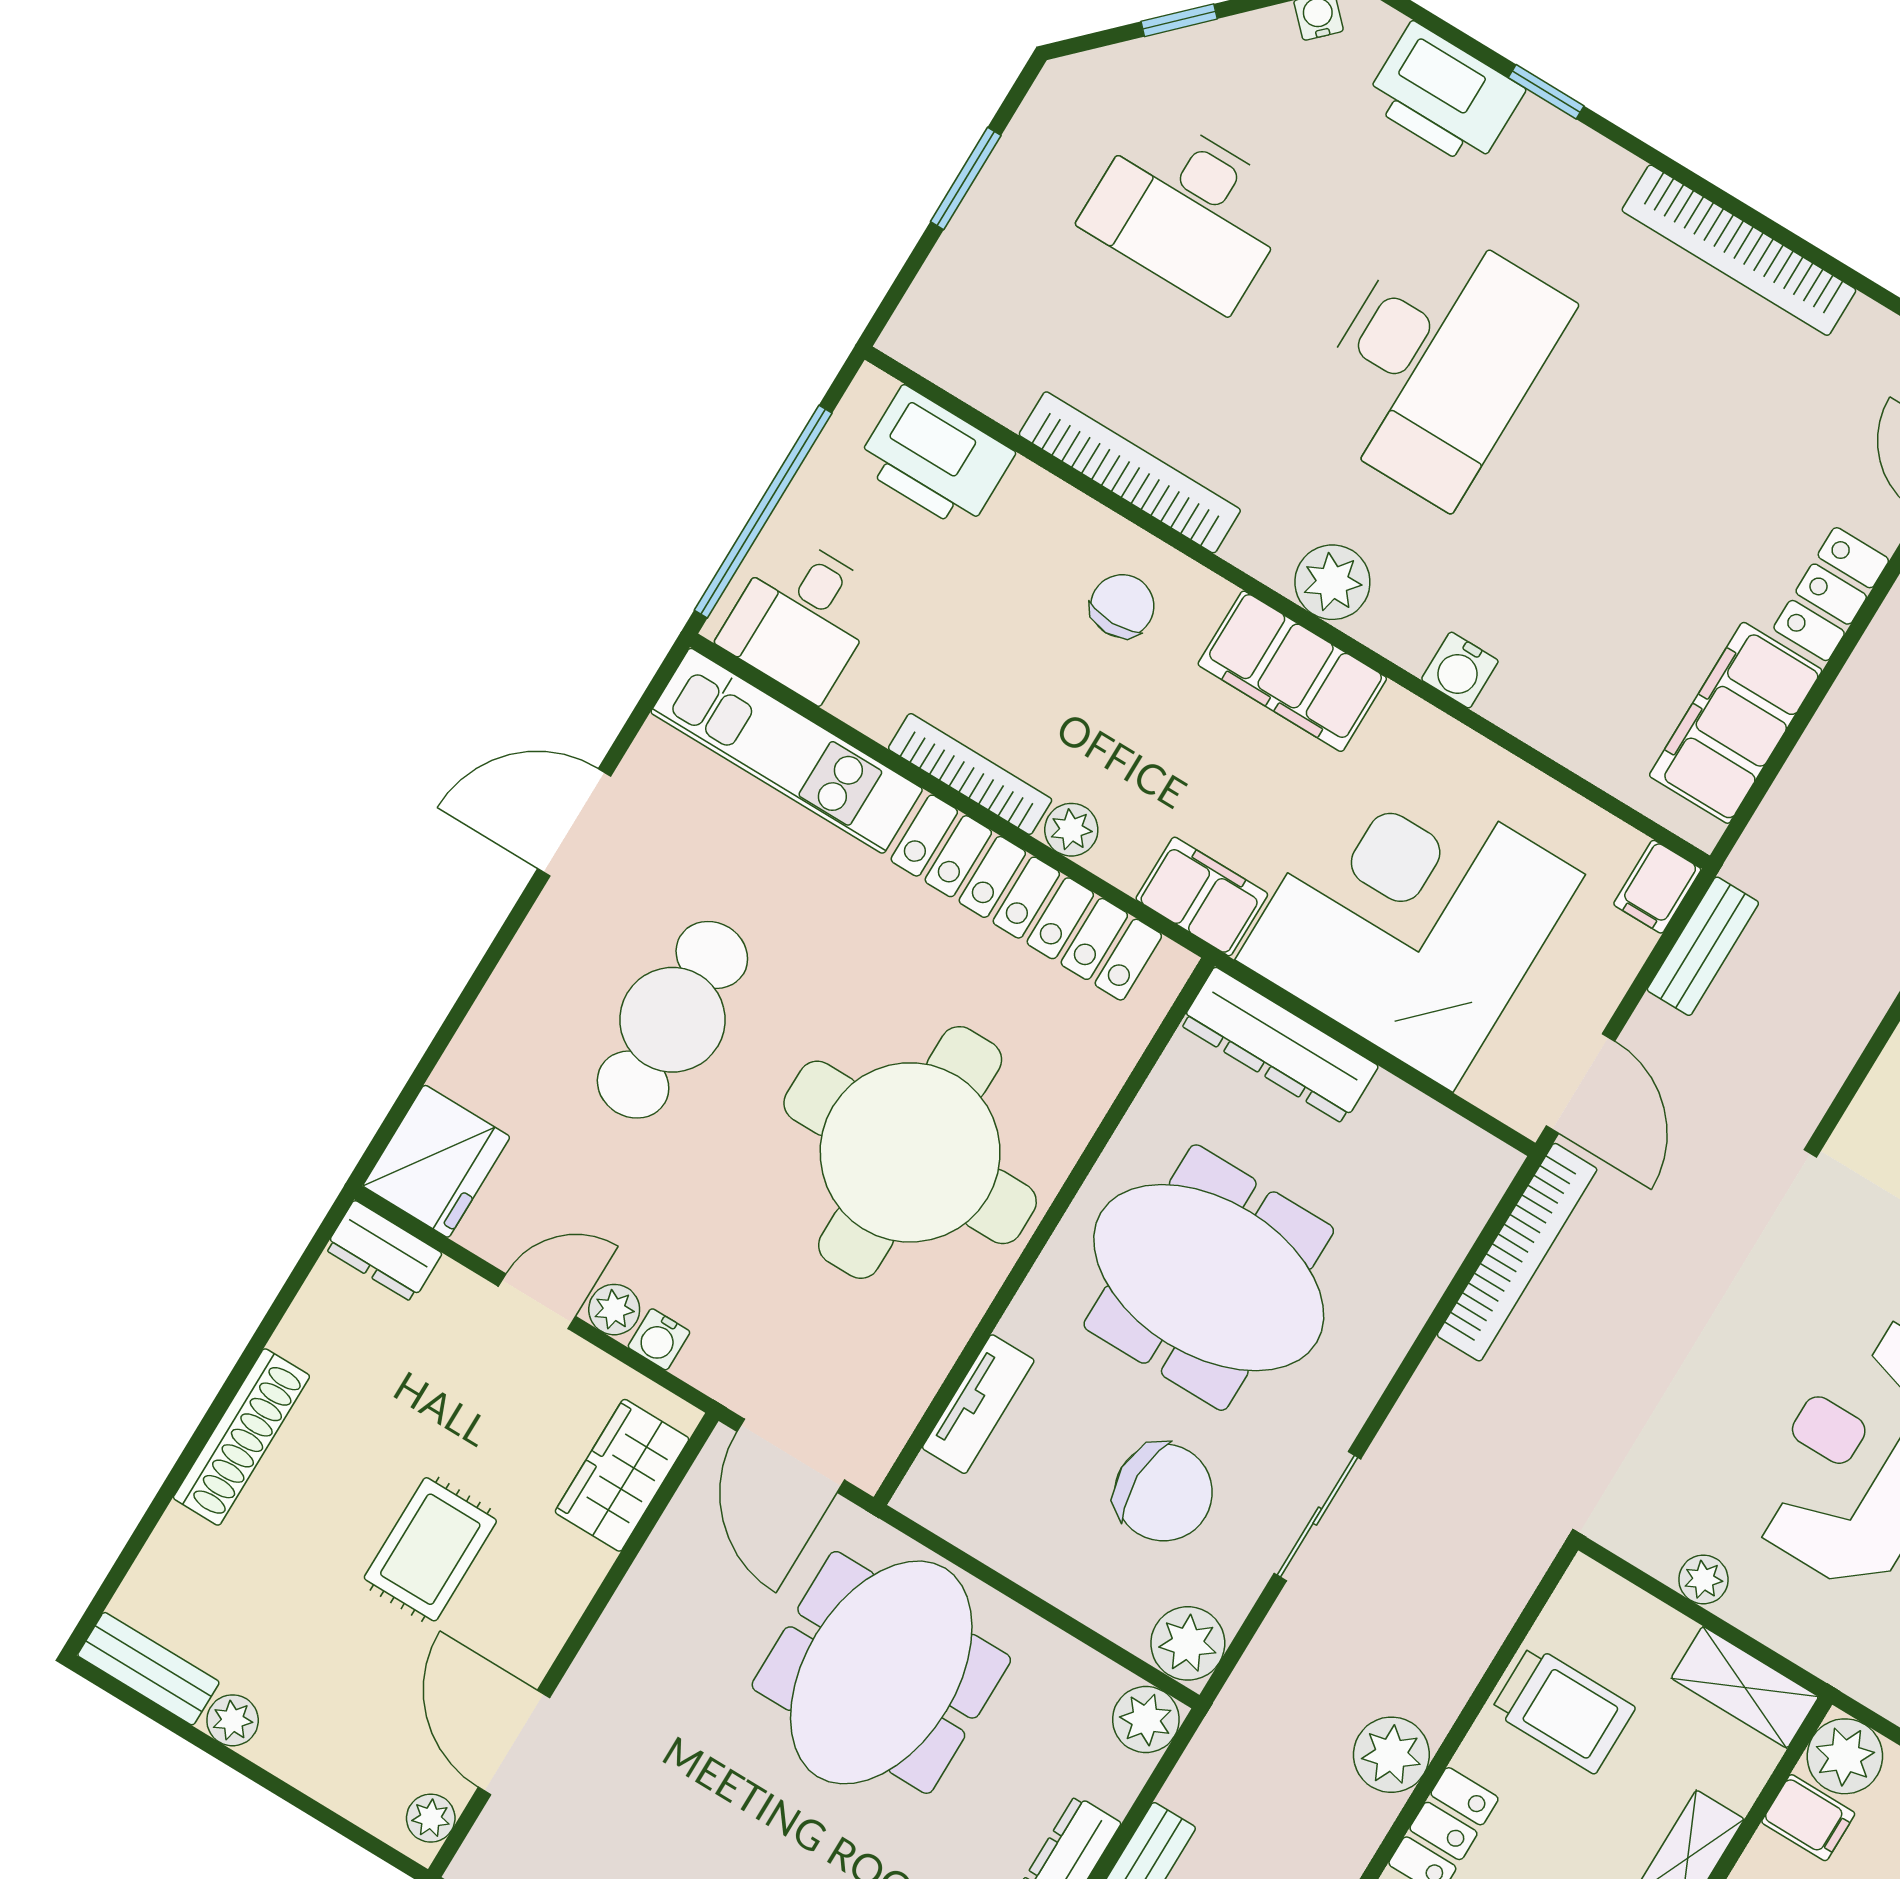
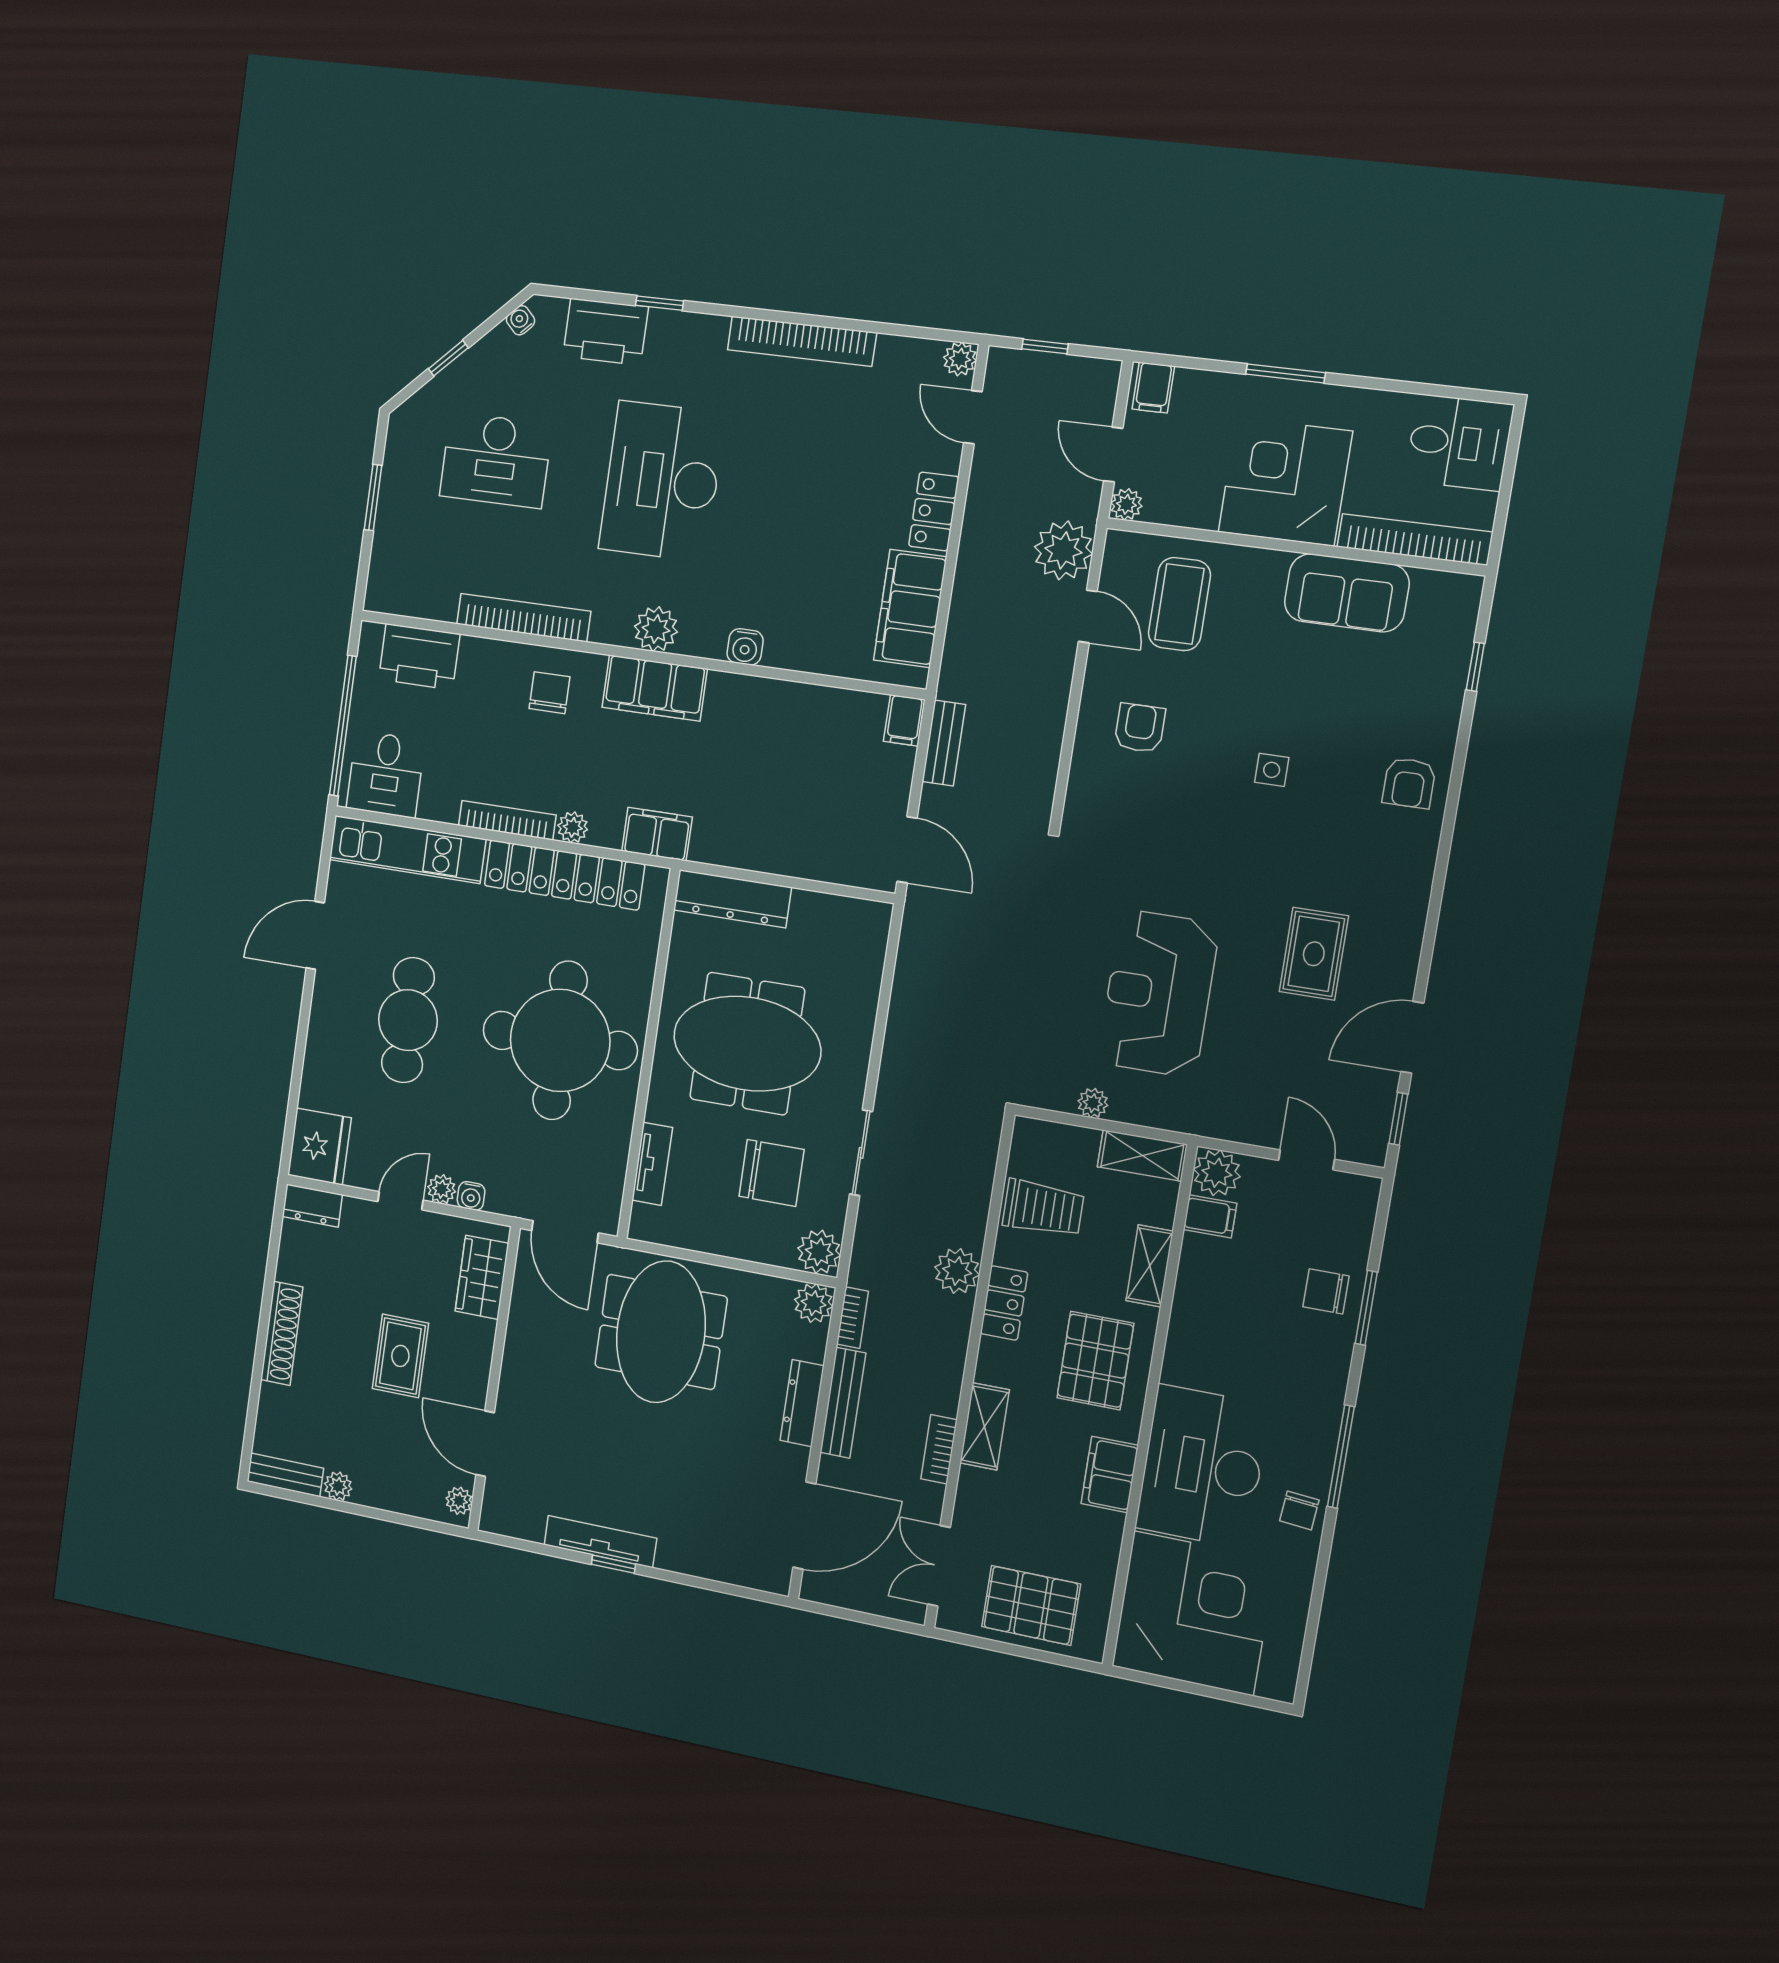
desk: (1437, 362) -> (662, 481), turned 180
corner desk: (1410, 917) -> (774, 797), removed
bookcase: (1517, 1252) -> (853, 1318), moved, width x0.43, depth x0.76

